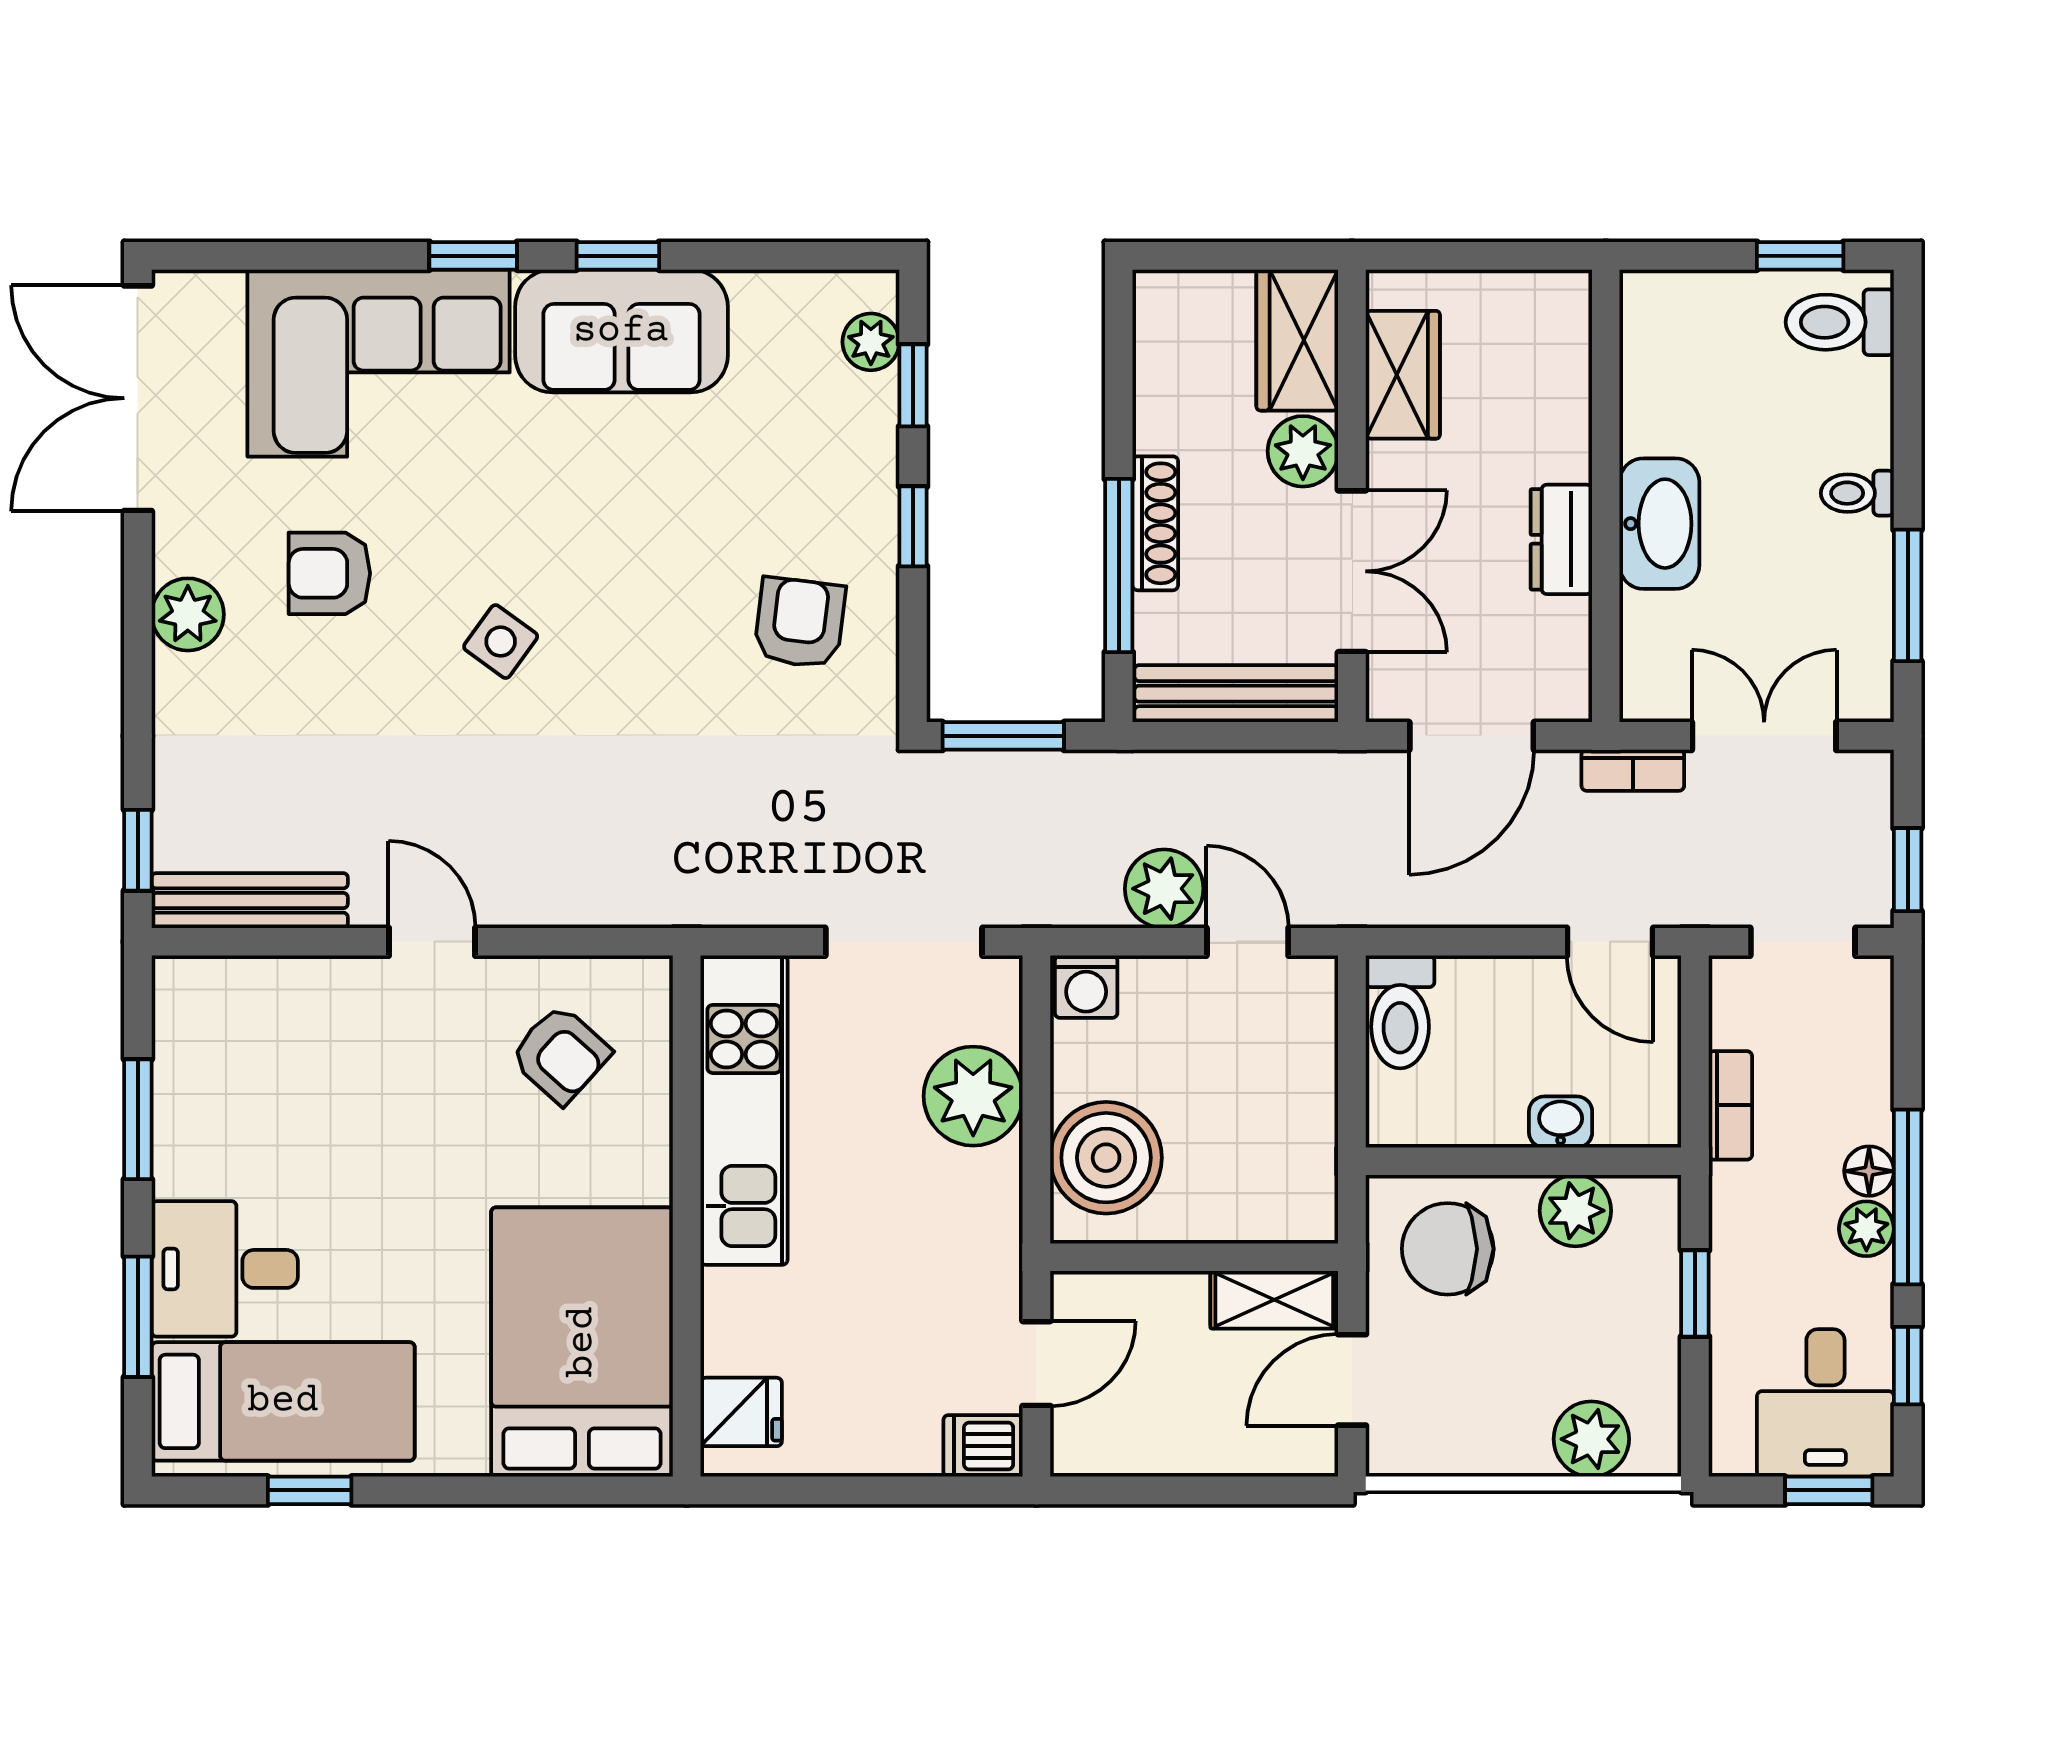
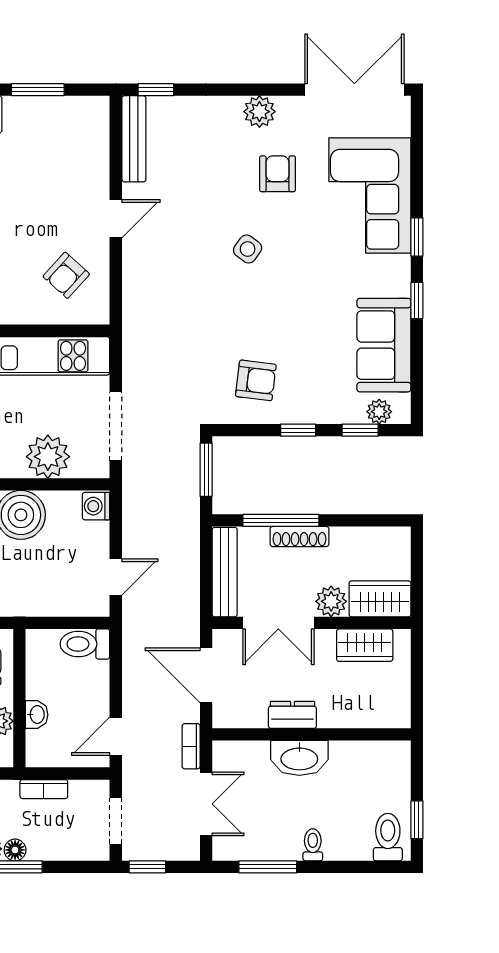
sofa: (621, 331) -> (384, 345), moved
plant: (1164, 889) -> (139, 540), removed

